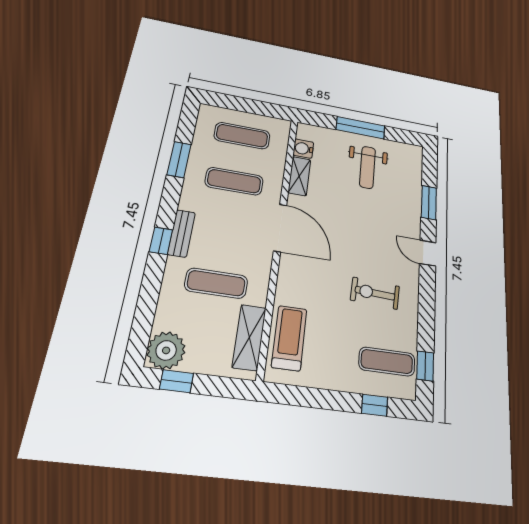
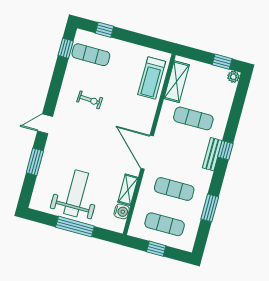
window: (250, 106) -> (156, 249), added
weight bench: (368, 167) -> (76, 193), width x1.36, depth x1.33
door: (428, 253) -> (45, 124), swing flipped
exercise bike: (375, 293) -> (90, 100), width x0.73, depth x0.72
plant: (166, 350) -> (233, 77), width x0.53, depth x0.53

